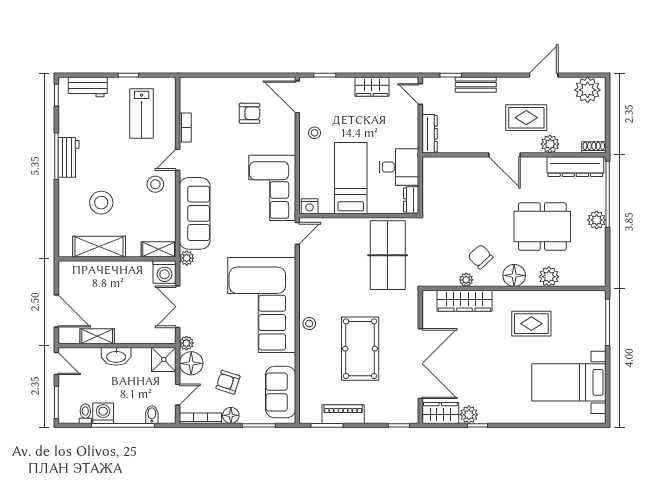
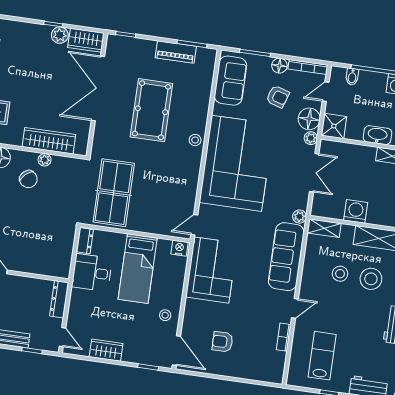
stool: (155, 184) -> (340, 274), moved
washing machine: (165, 272) -> (356, 211), moved

